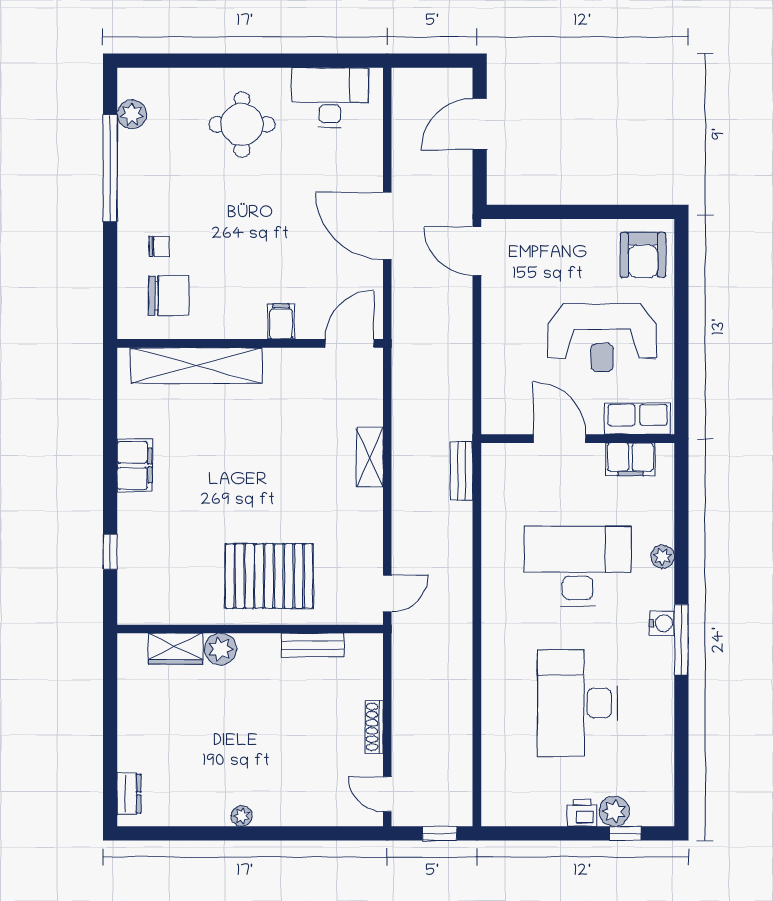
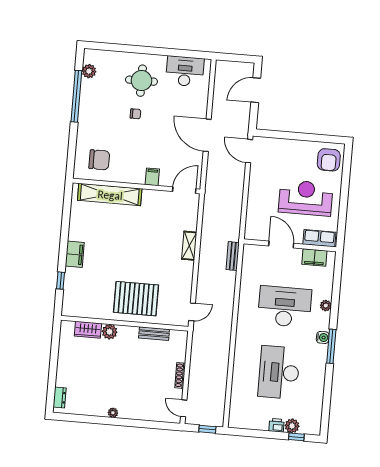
chair: (159, 246) -> (135, 114), moved
reception desk: (602, 338) -> (306, 198), turned 180
filing cabinet: (135, 465) -> (75, 254), moved

